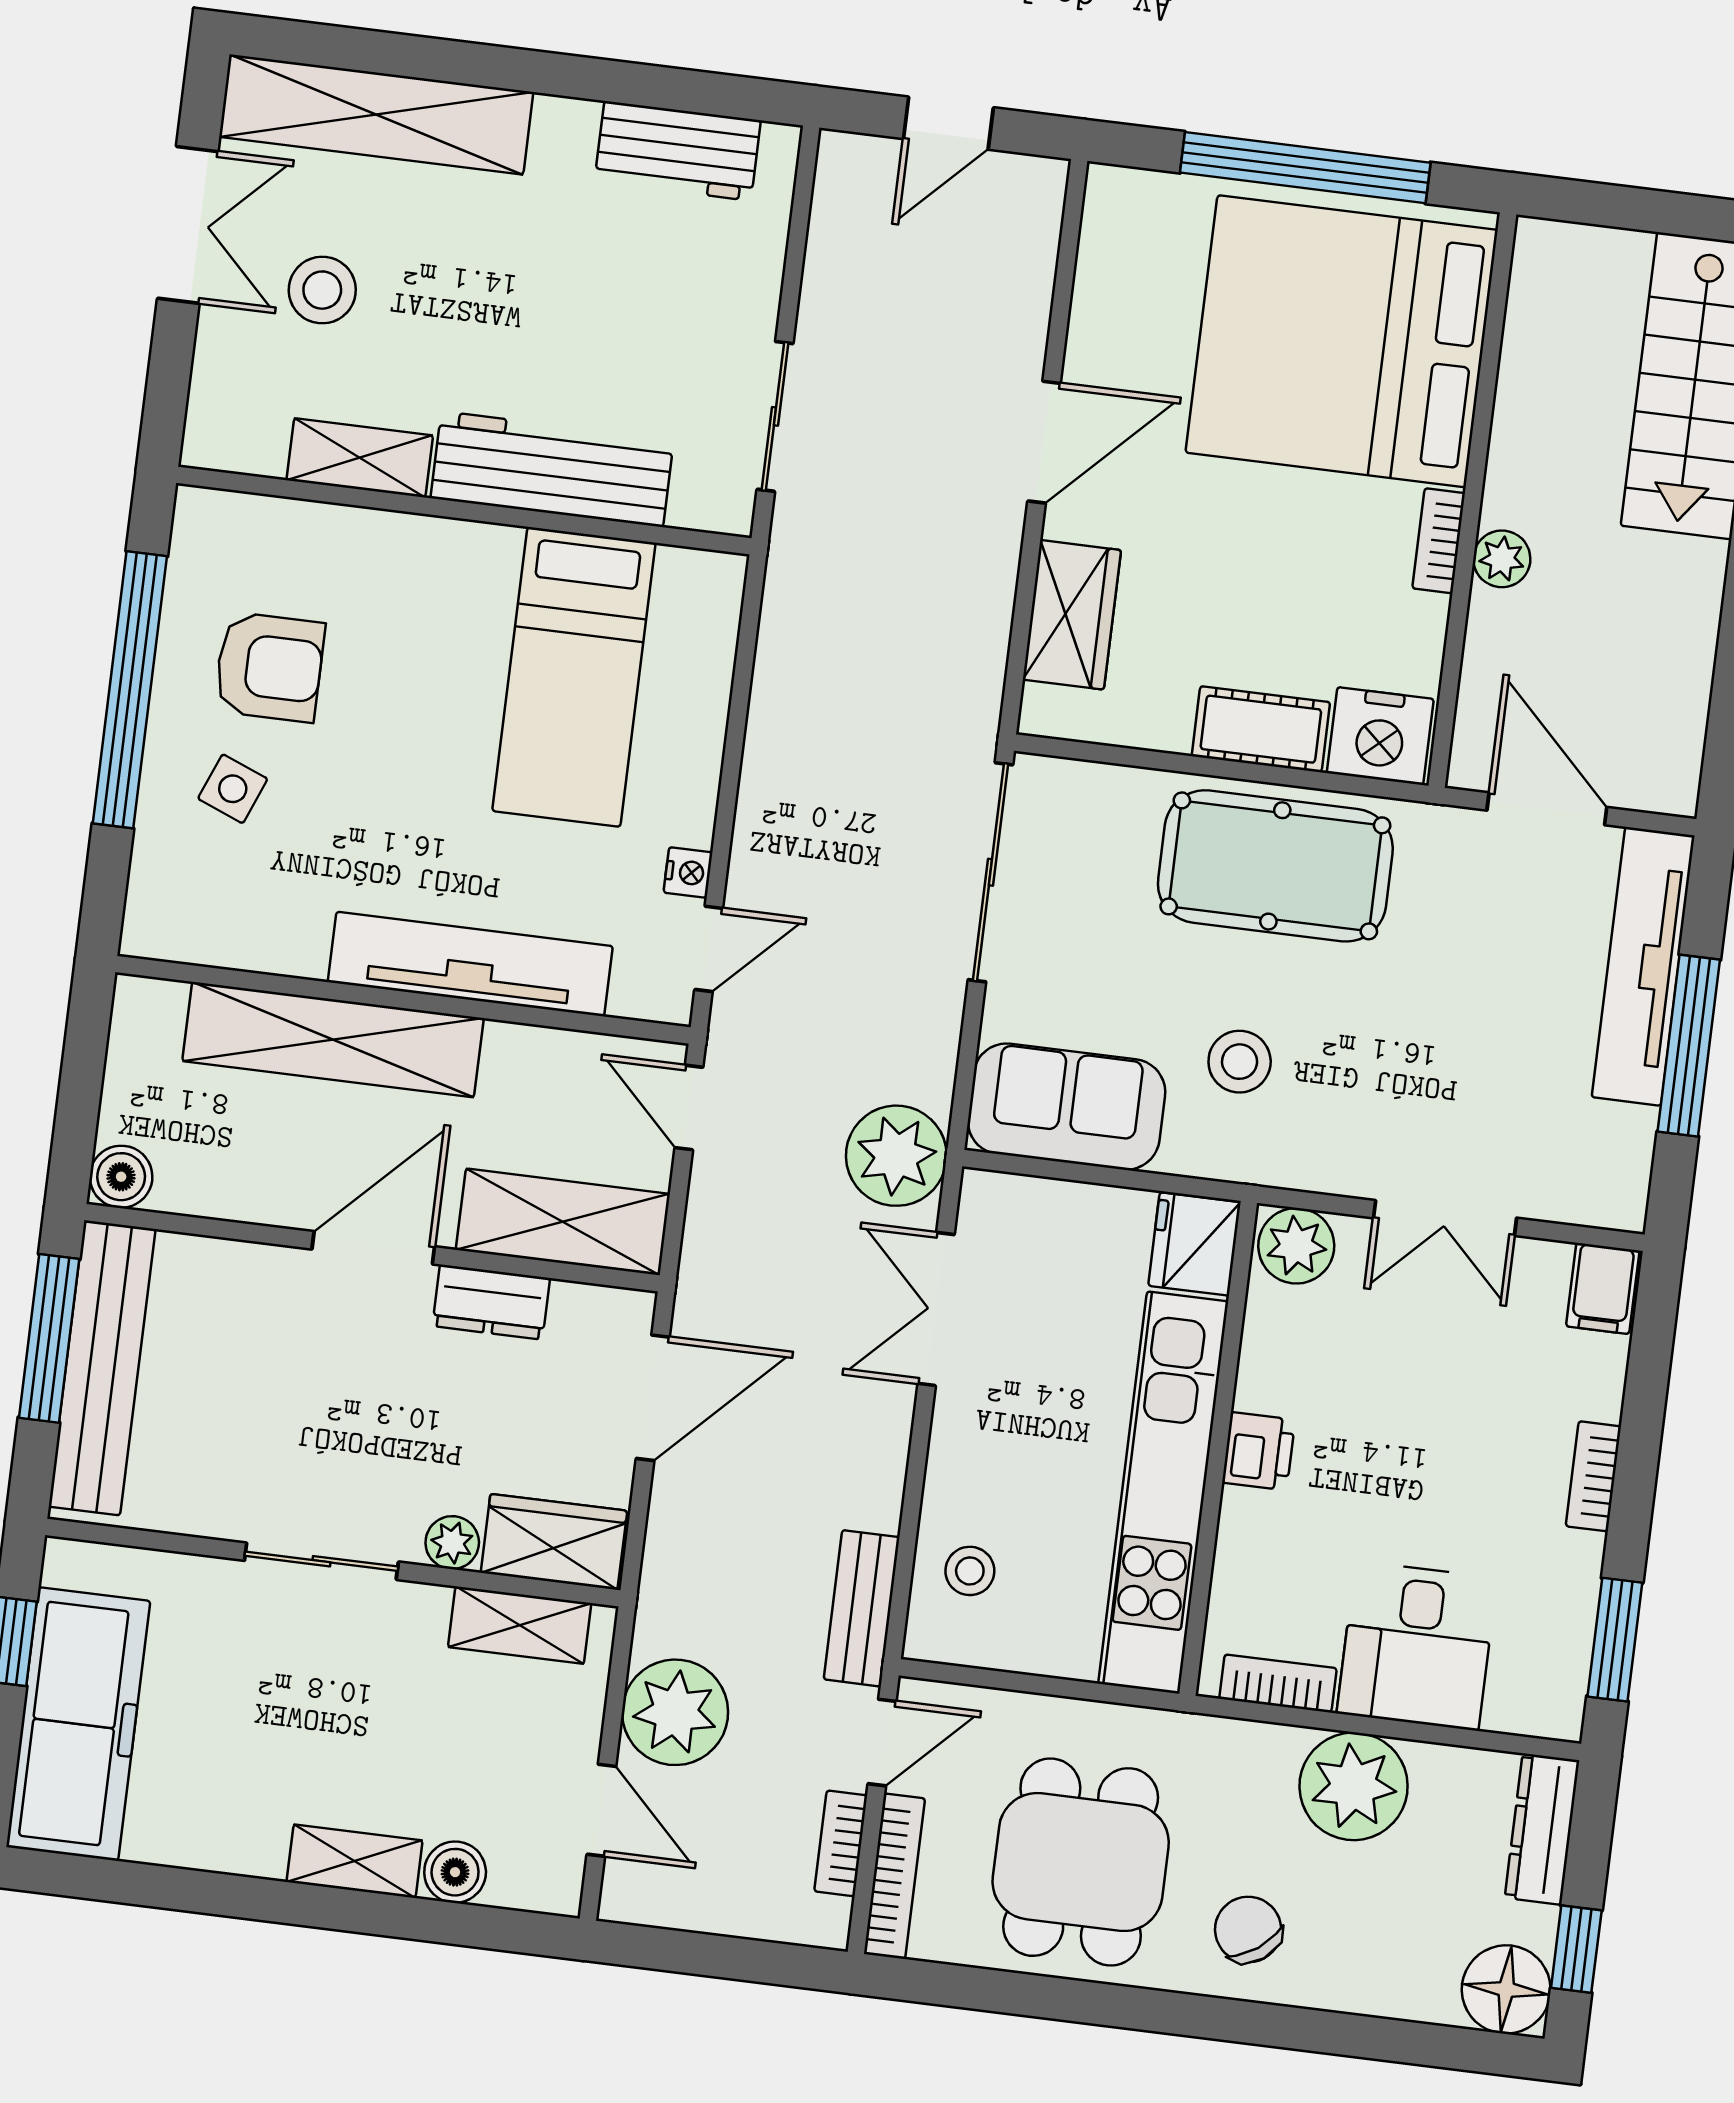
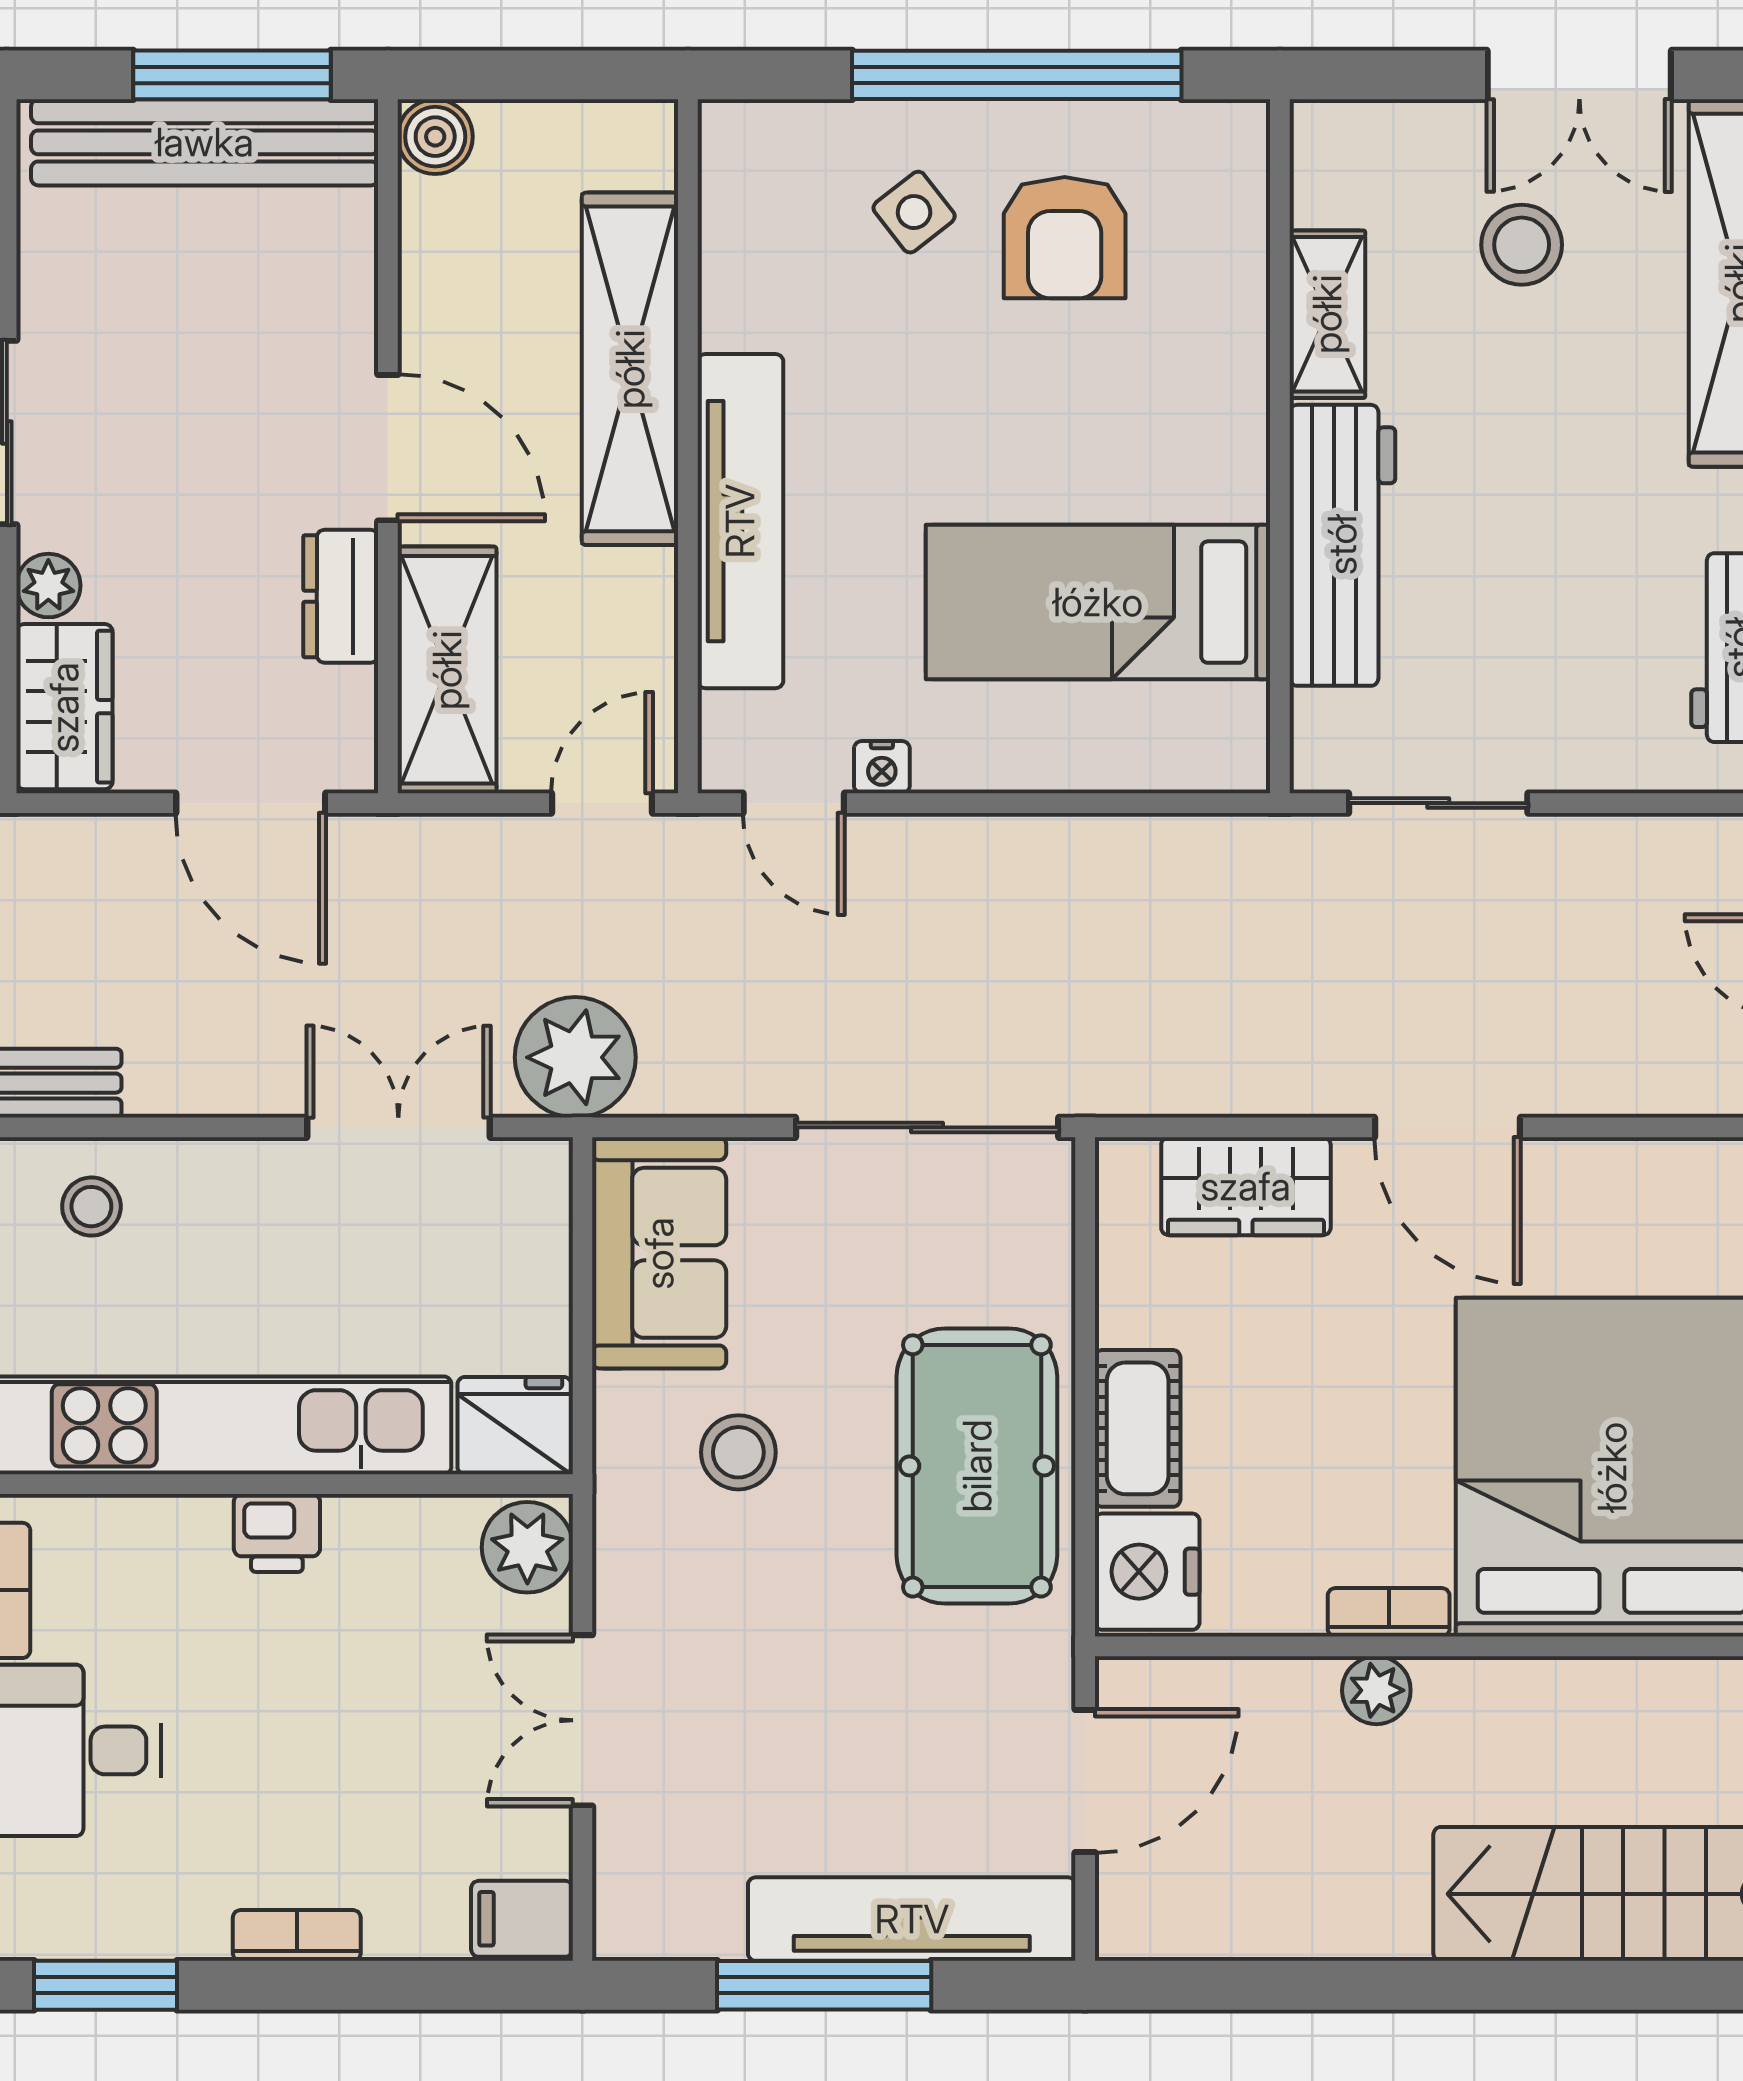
side table: (233, 789) -> (914, 212), turned 30

